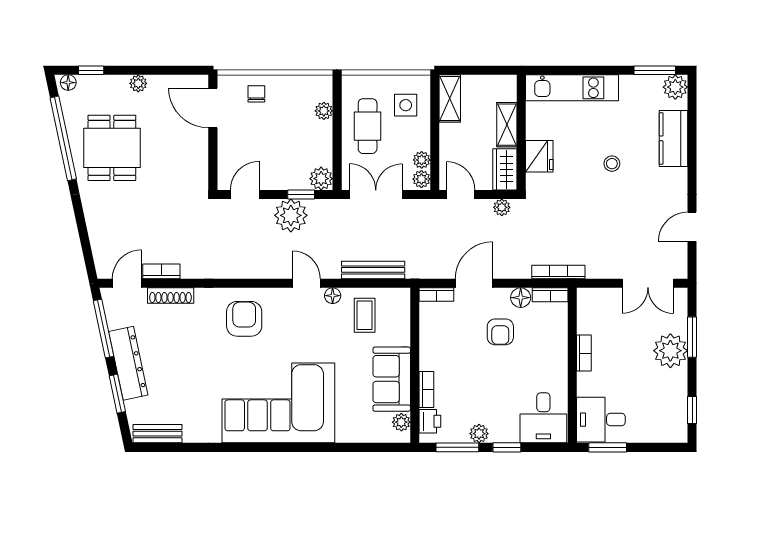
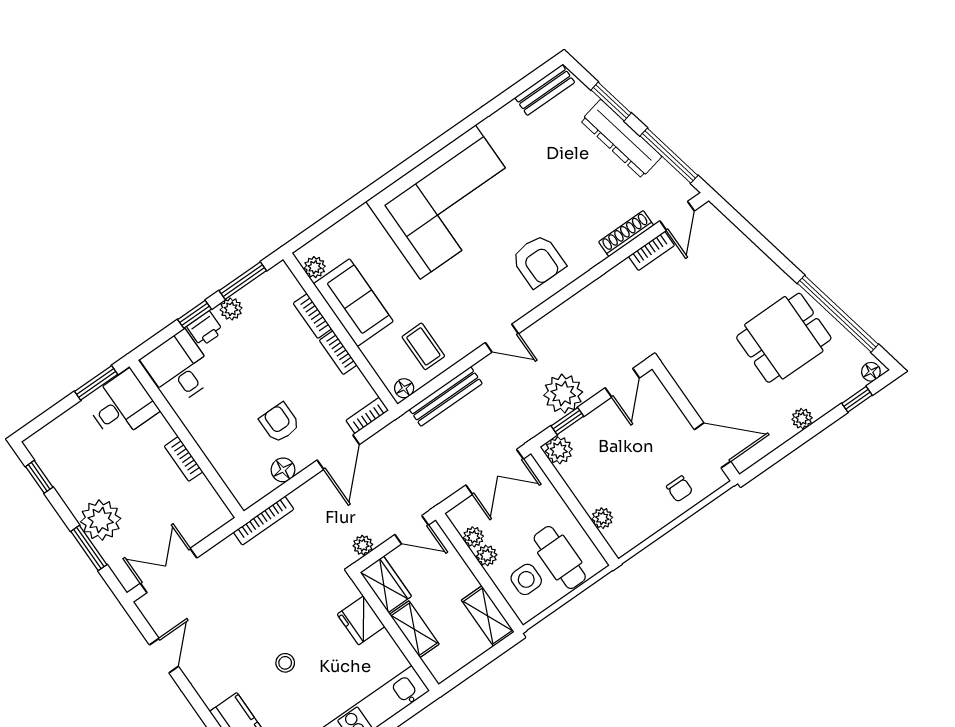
cafe table: (368, 126) -> (560, 558), moved
dining table: (112, 148) -> (784, 338), turned 90
plant: (421, 179) -> (487, 556), moved
bookcase: (550, 295) -> (338, 353), moved, turned -90
floor lamp: (333, 296) -> (404, 388), moved
printer: (430, 421) -> (205, 329), moved, turned -90

